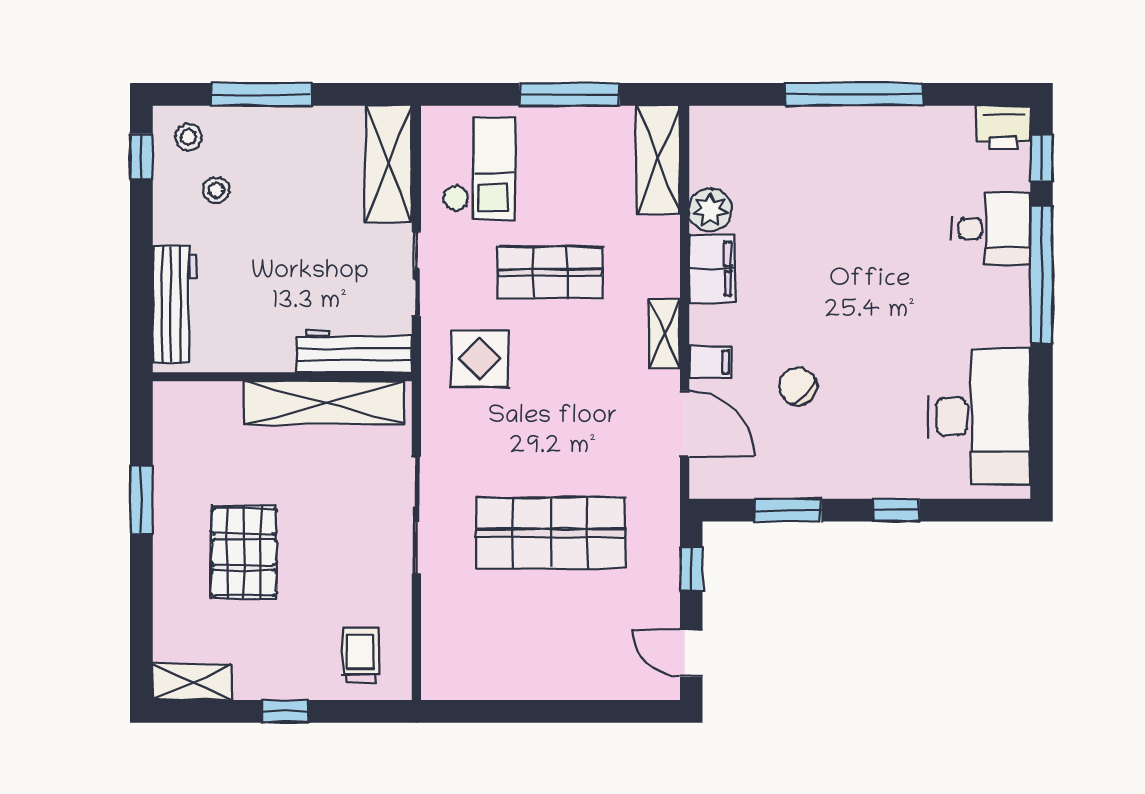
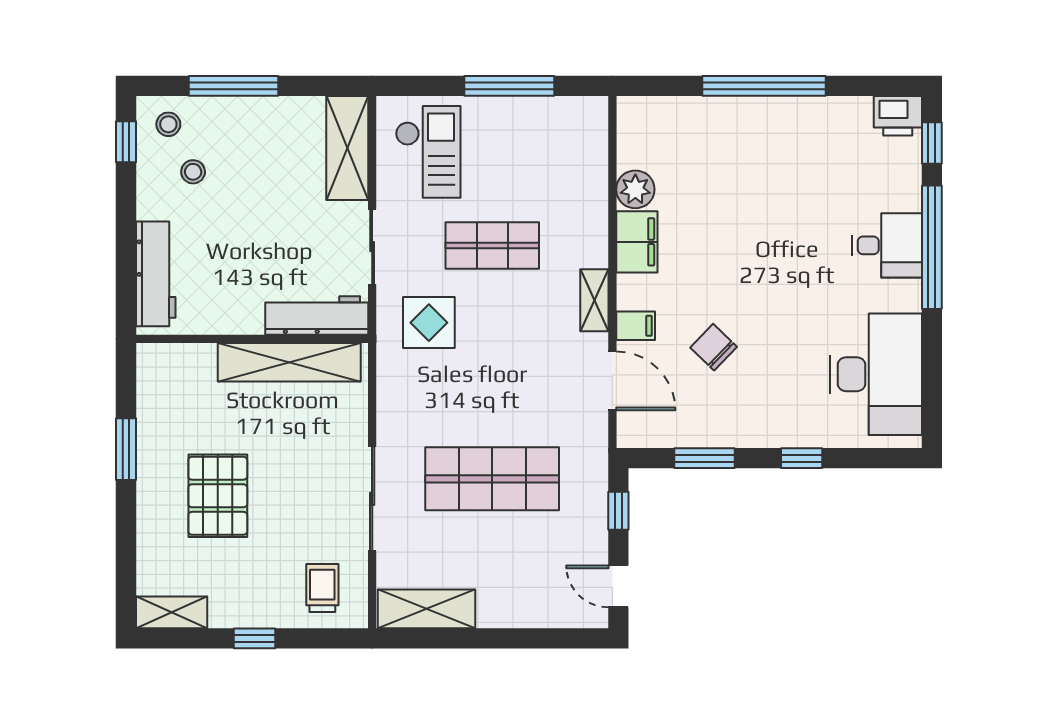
shelving: (658, 160) -> (427, 609), moved, turned 90
desk: (991, 229) -> (887, 245), moved
sliding door: (416, 515) -> (372, 499), moved

